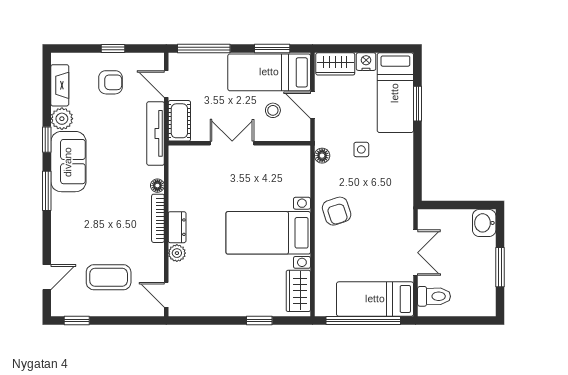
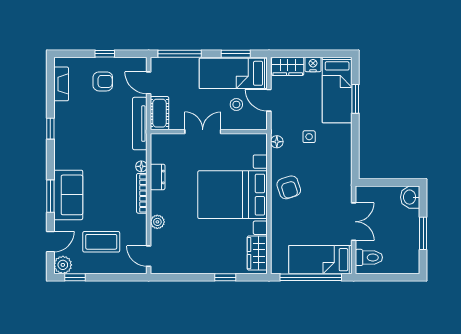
plant: (62, 119) -> (63, 265), moved
sofa: (68, 162) -> (68, 195), moved
window: (47, 191) -> (50, 196), moved
dresser: (177, 227) -> (158, 177), moved
bed with nightstands: (268, 233) -> (233, 195), width x1.36

